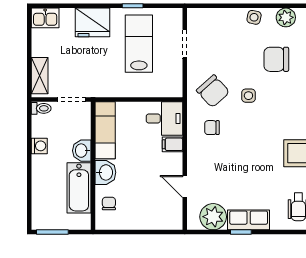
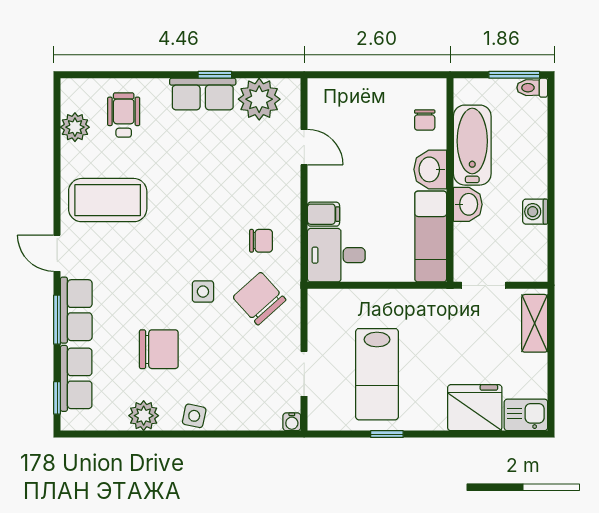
water cooler: (193, 14) -> (292, 422), added
fridge: (92, 22) -> (475, 408), moved
toilet: (41, 108) -> (532, 88), moved

